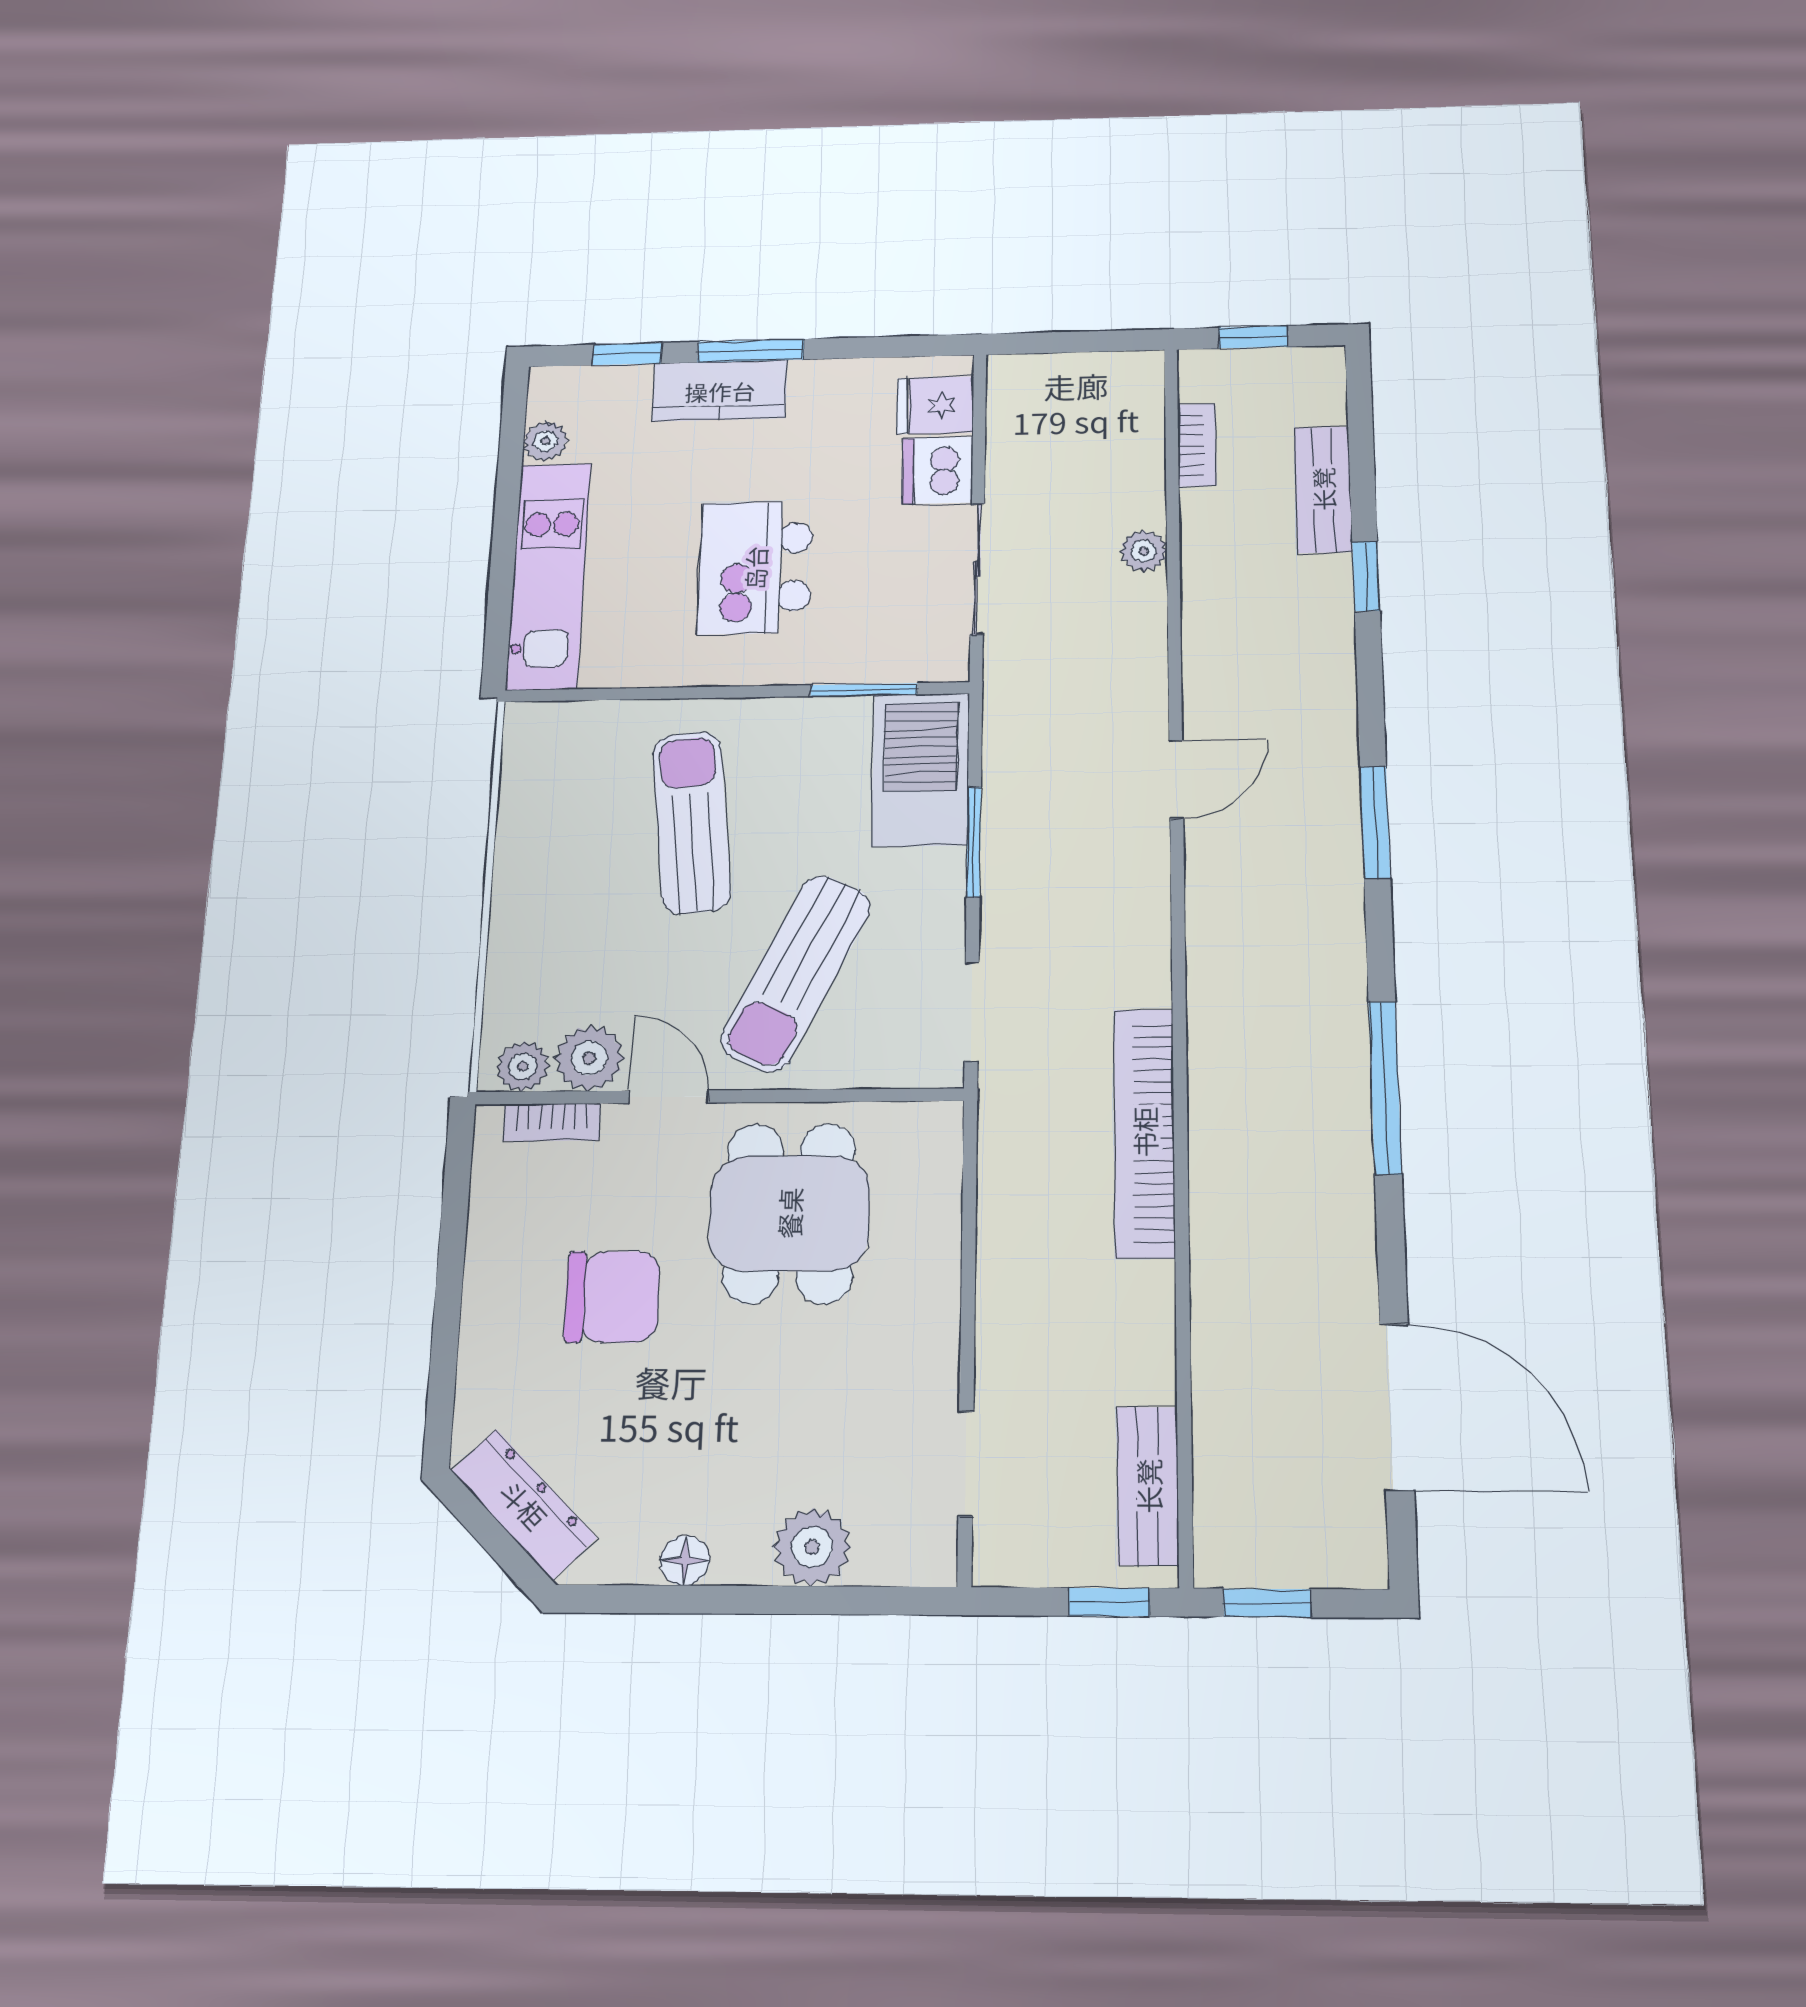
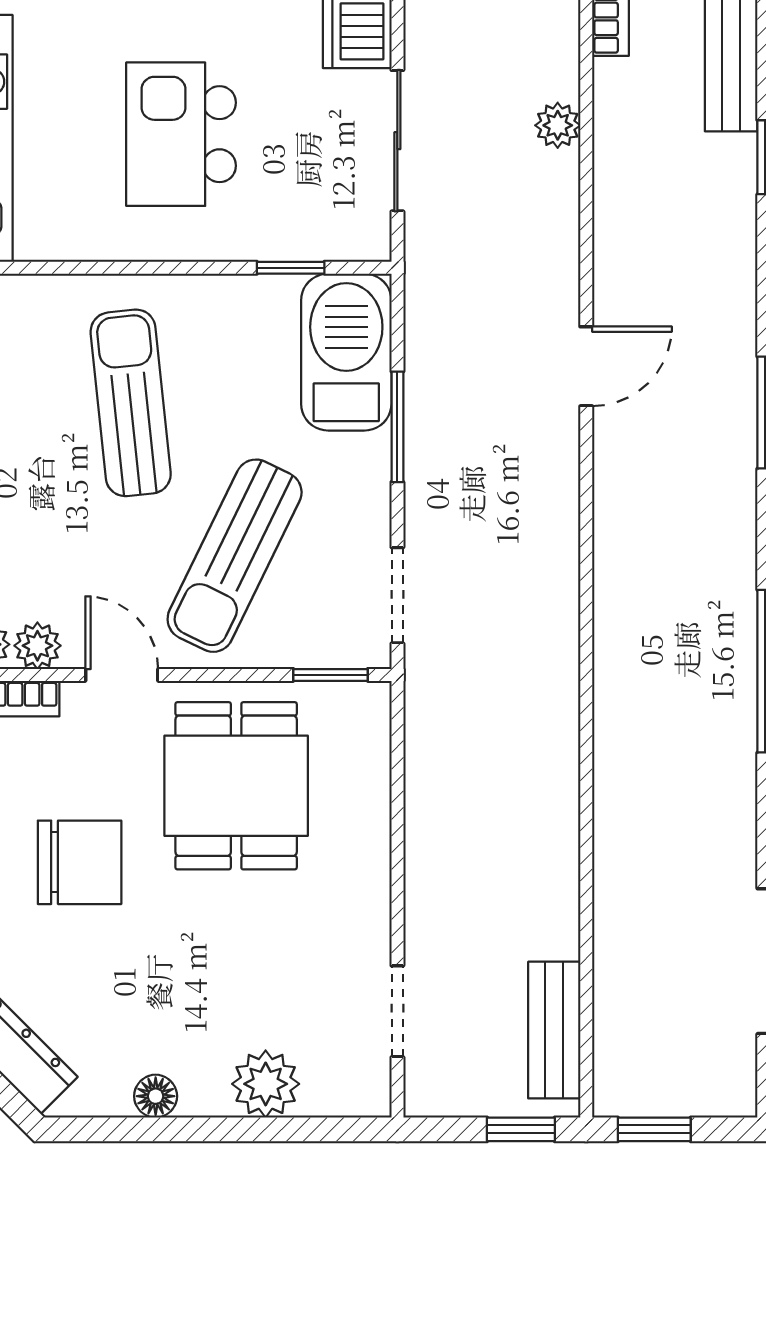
window: (864, 690) -> (291, 268), width x0.67
plant: (589, 1058) -> (37, 646), width x0.73, depth x0.73
window: (897, 1095) -> (331, 675), added
bookcase: (1144, 1132) -> (554, 712), removed

